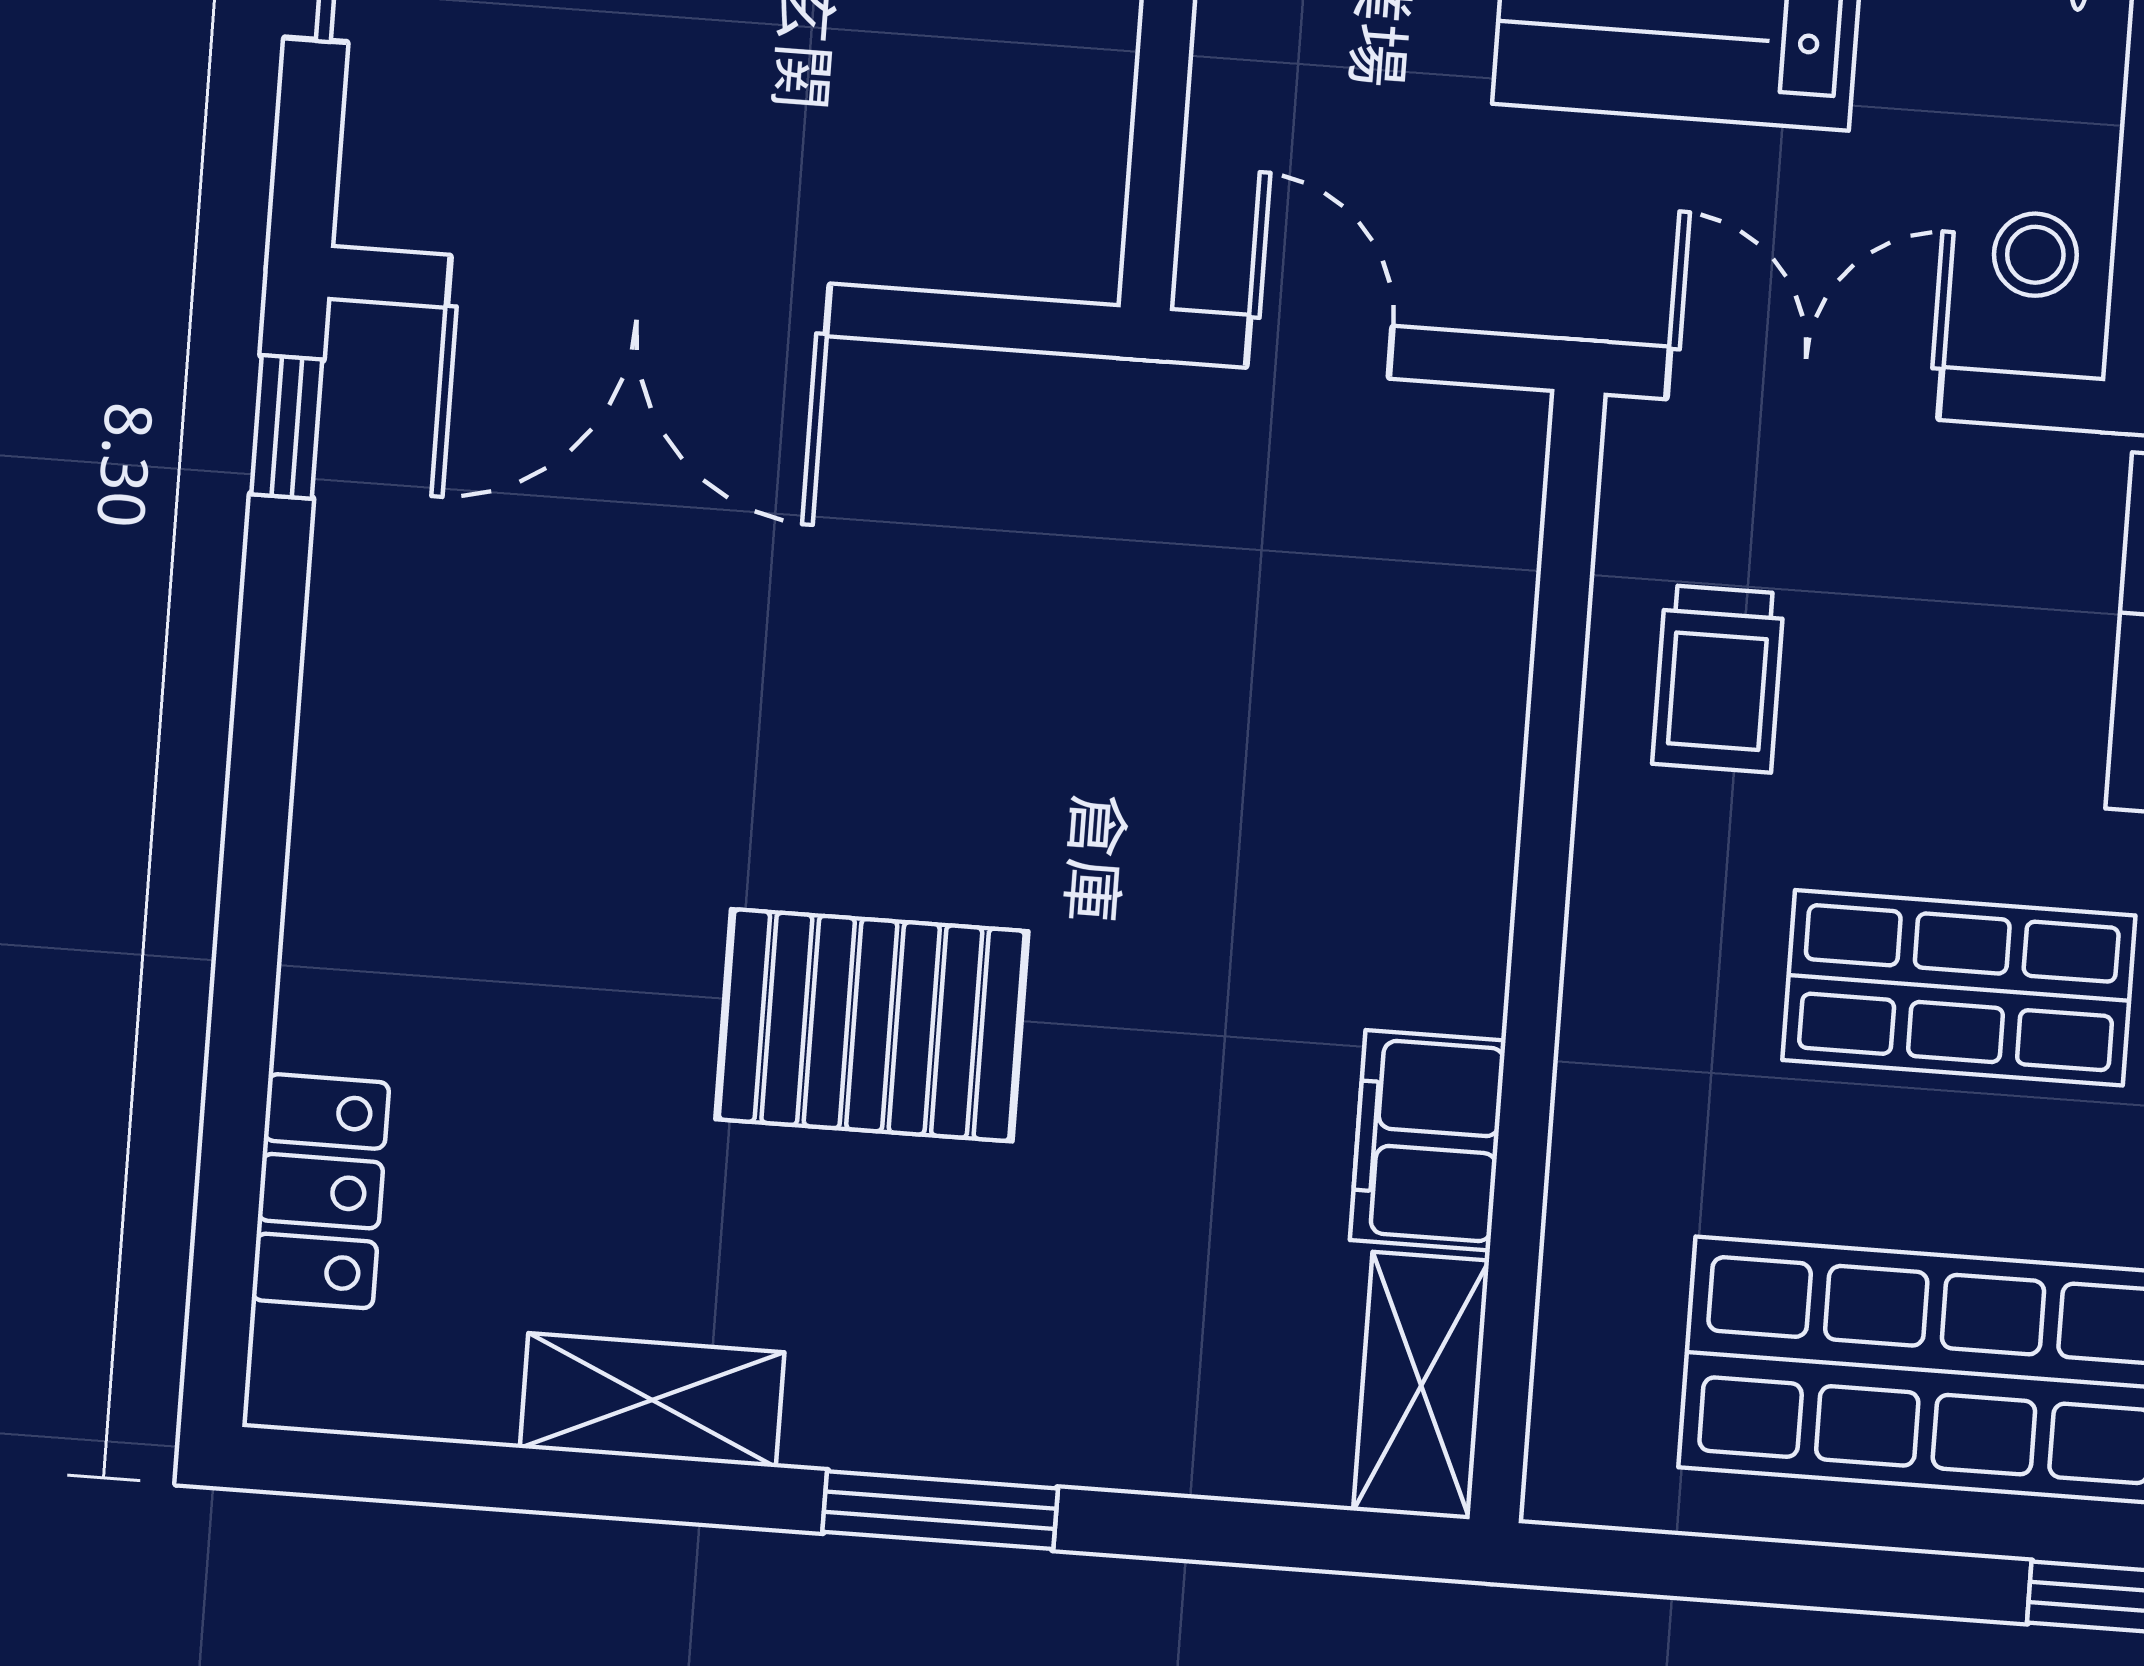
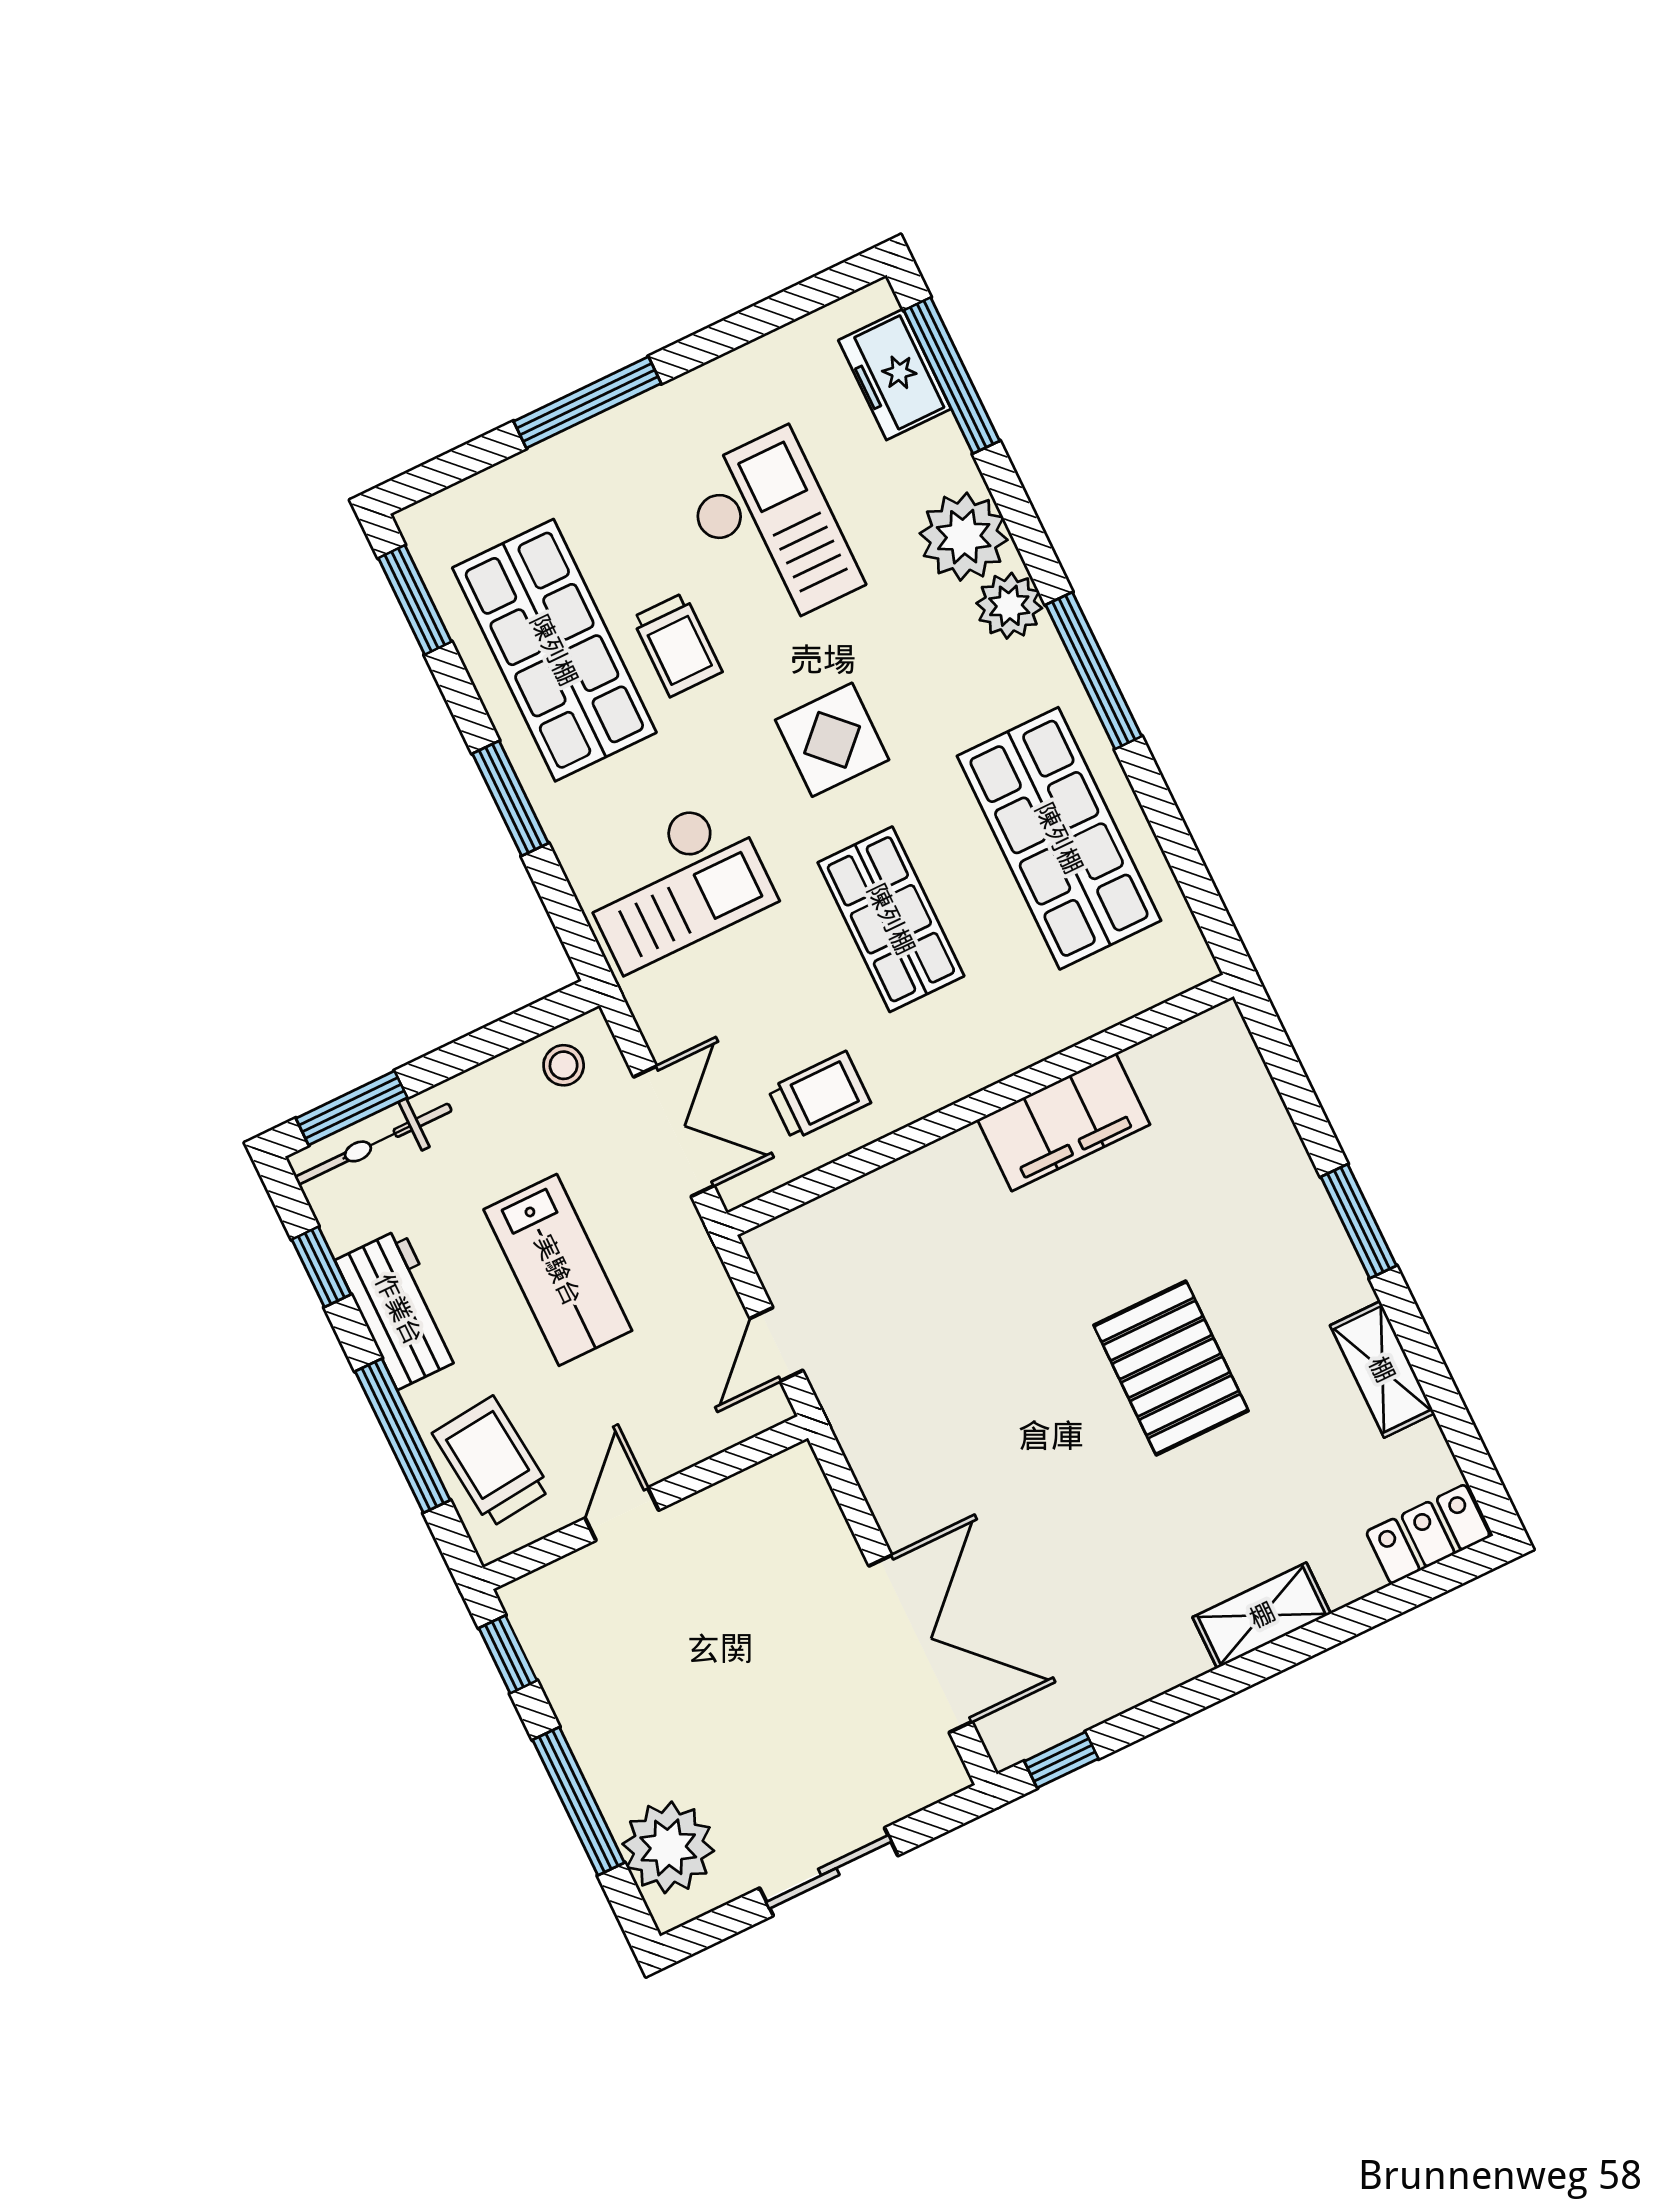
double door: (1804, 383) -> (674, 1131), swing flipped
filing cabinet: (1428, 1140) -> (1064, 1122), width x1.50, depth x1.17
locker: (321, 1191) -> (1428, 1534), moved
shelving: (1421, 1385) -> (1262, 1615), moved

